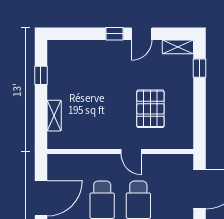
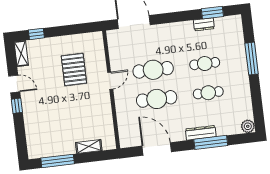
window: (41, 75) -> (58, 161), width x2.17
pallet: (150, 109) -> (74, 70), turned 90

